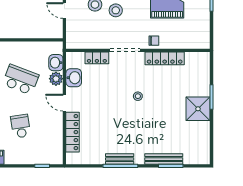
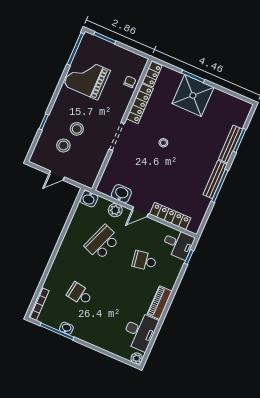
chair: (154, 41) -> (130, 82), moved
locker: (97, 58) -> (152, 74), moved
washbasin: (56, 63) -> (89, 199), moved
shower: (198, 109) -> (193, 95), width x1.37, depth x1.37
desk: (50, 151) -> (178, 244), added
bench: (120, 159) -> (215, 179), width x1.36

